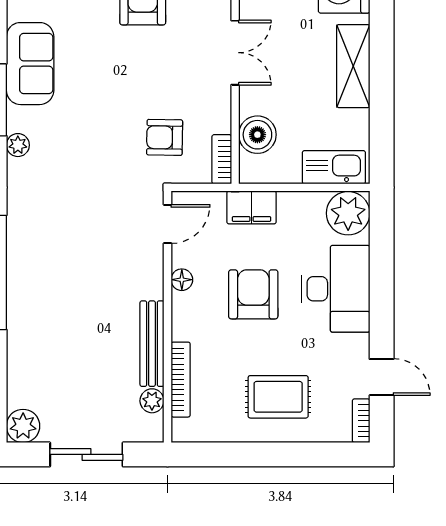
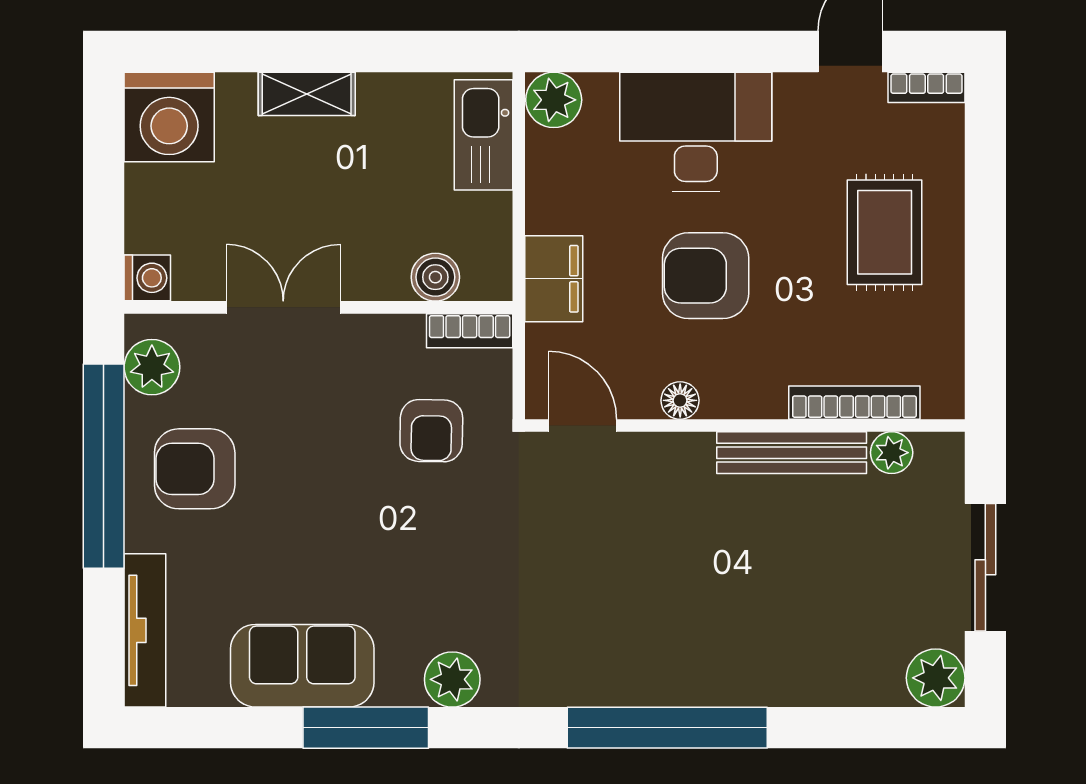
shelving: (353, 66) -> (307, 94), width x0.67, depth x0.75
boiler: (257, 135) -> (435, 277), width x0.73, depth x0.73
plant: (18, 145) -> (452, 679), width x1.38, depth x1.38
plant: (348, 213) -> (554, 100), width x0.73, depth x0.73

